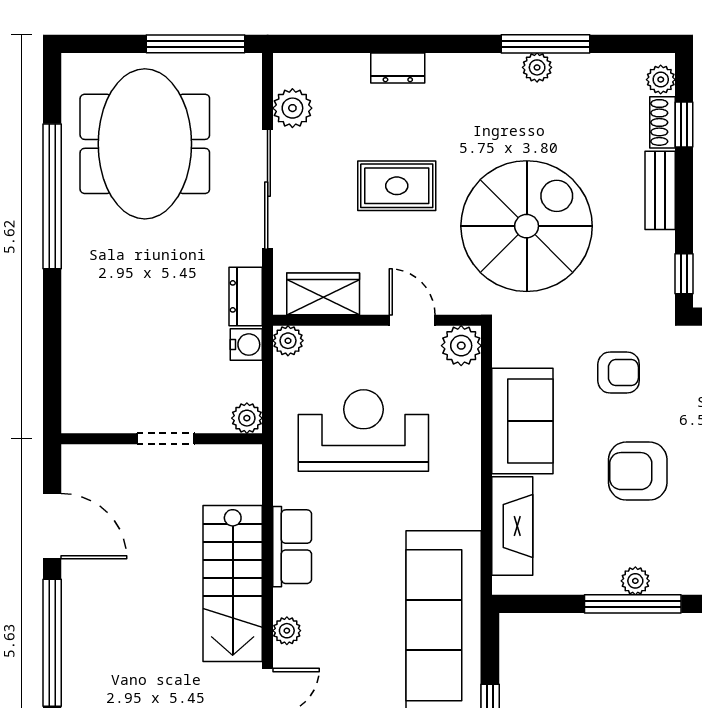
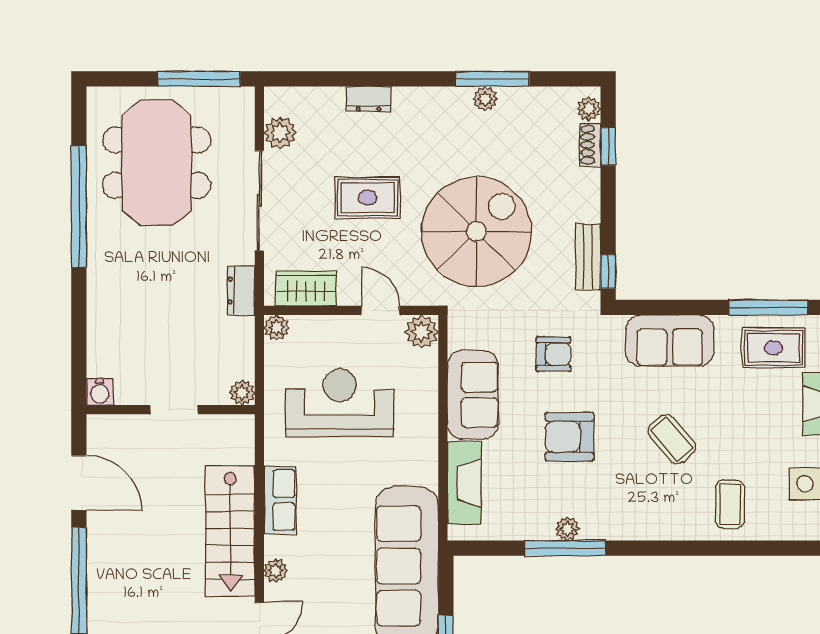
bench: (660, 190) -> (588, 257), moved
water cooler: (246, 345) -> (100, 392), moved, turned 90

